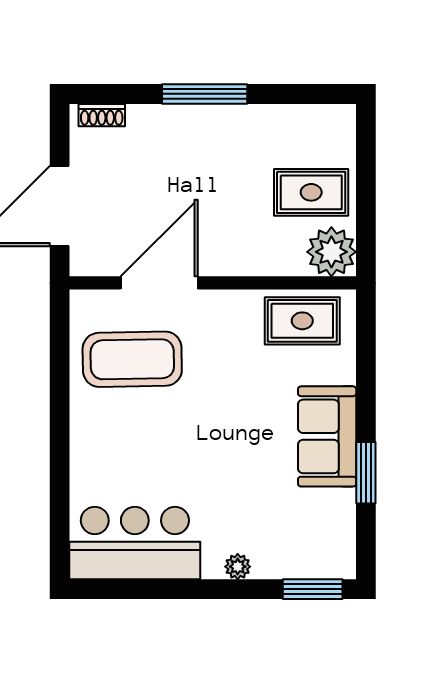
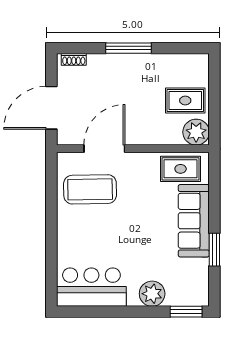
sofa: (327, 436) -> (194, 221), width x1.36
plant: (238, 567) -> (152, 294), width x1.88, depth x1.88

